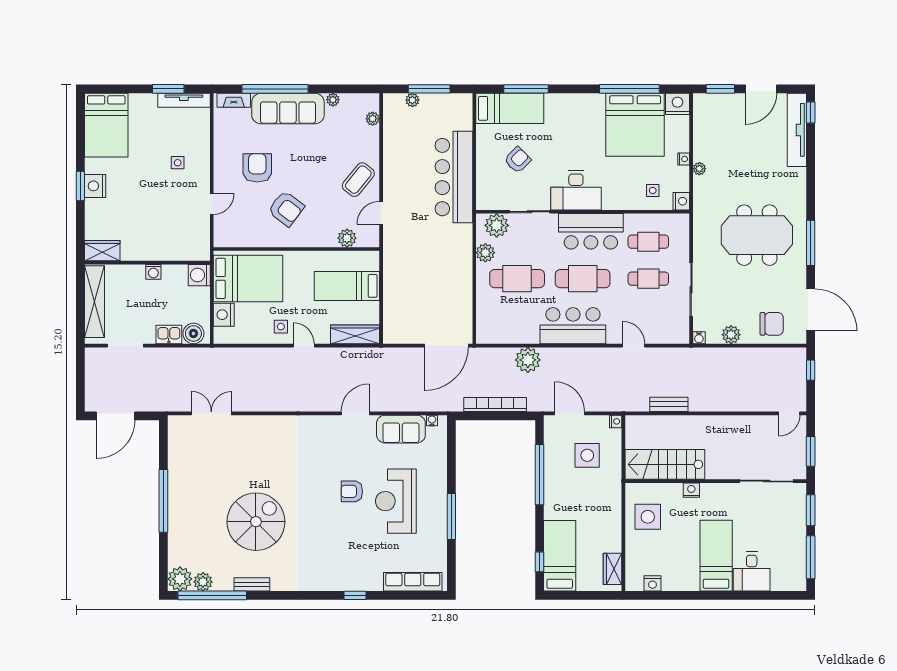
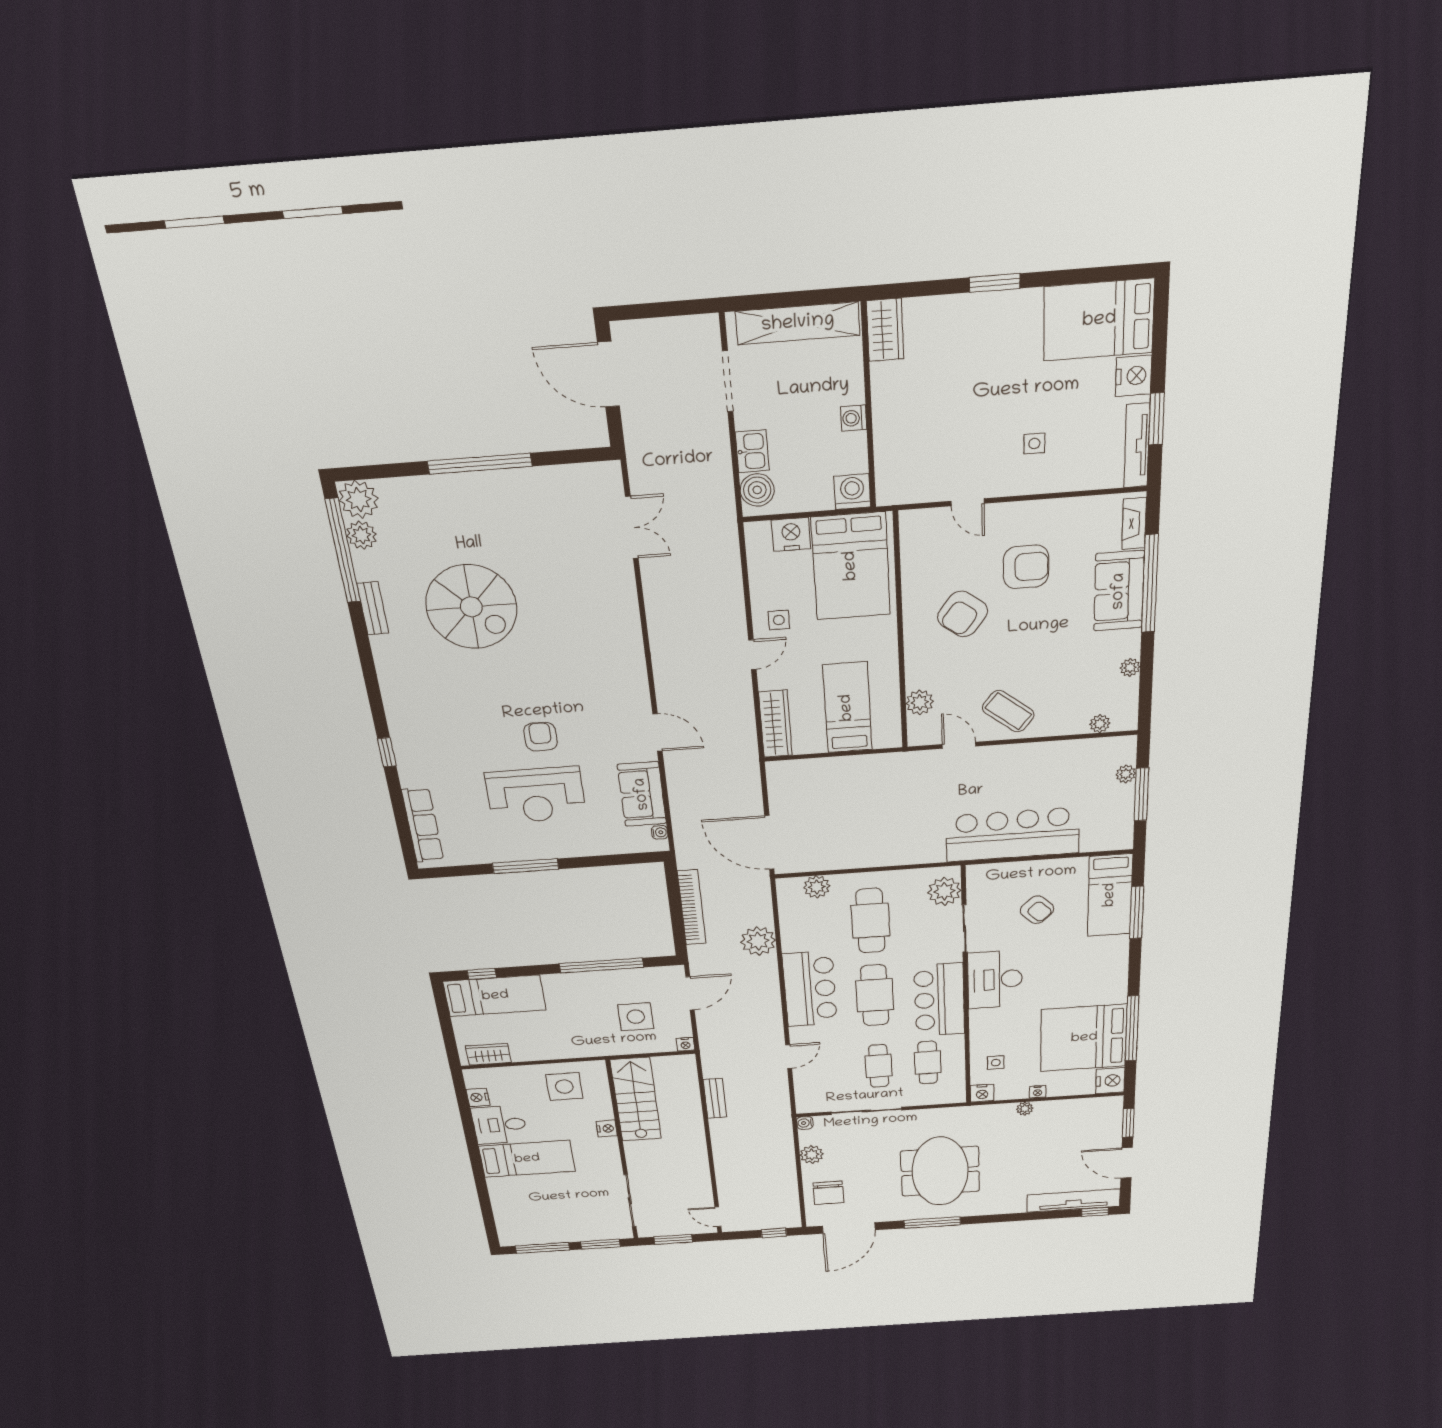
sofa: (288, 109) -> (1119, 591), width x0.73
nightstand: (95, 186) -> (1134, 376), moved, turned 90
plant: (485, 253) -> (817, 887), moved
reception desk: (396, 501) -> (536, 795), turned 180
desk: (752, 572) -> (499, 1125), moved

